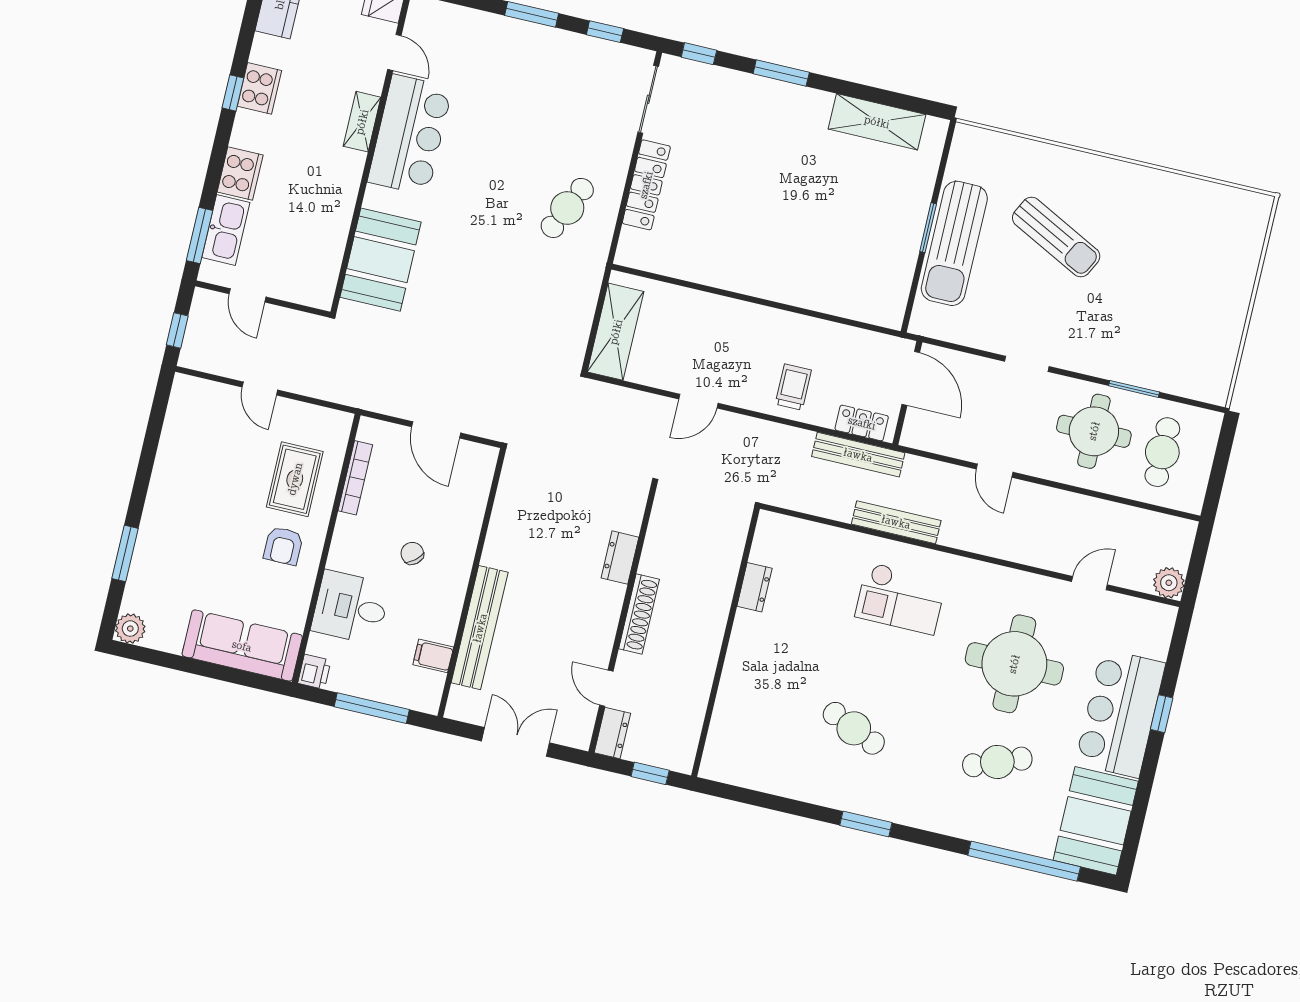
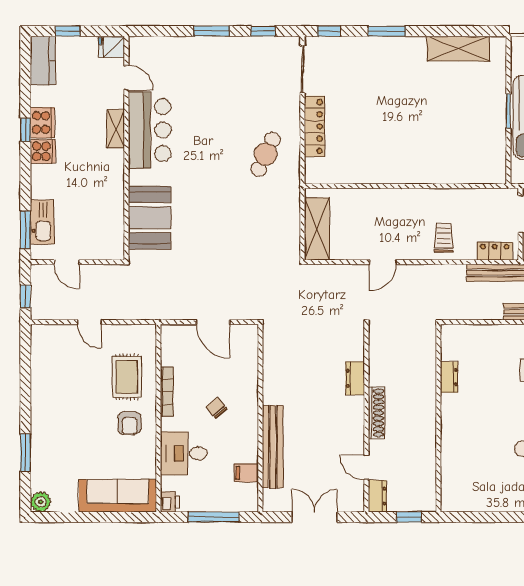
cooker: (240, 174) -> (43, 151), moved, width x0.73
bookcase: (355, 478) -> (167, 392), moved

